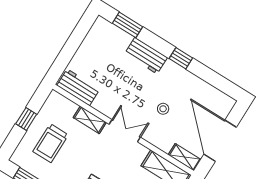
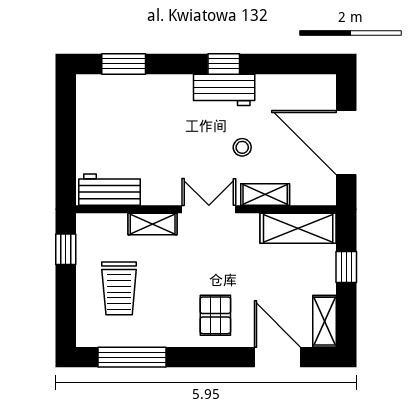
workbench: (146, 56) -> (224, 90), moved
window: (26, 119) -> (66, 249), moved
shelving: (185, 157) -> (265, 195), moved

